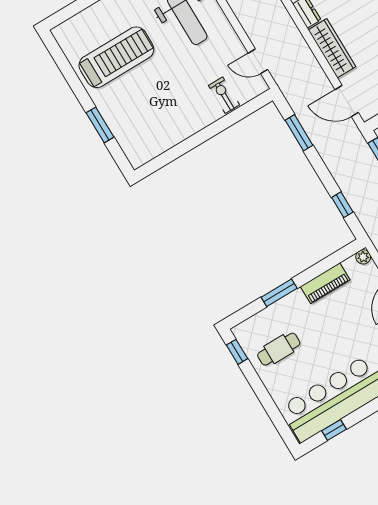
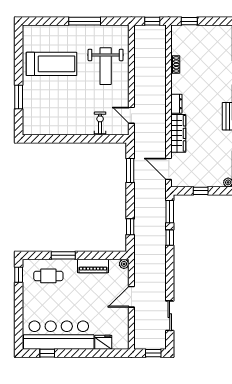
cafe table: (279, 349) -> (48, 276), moved

